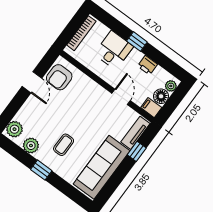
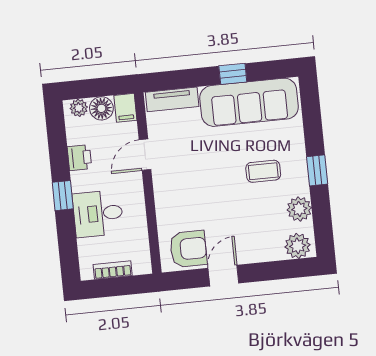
bookcase: (81, 33) -> (113, 270), width x0.64
window: (137, 151) -> (233, 74), moved

